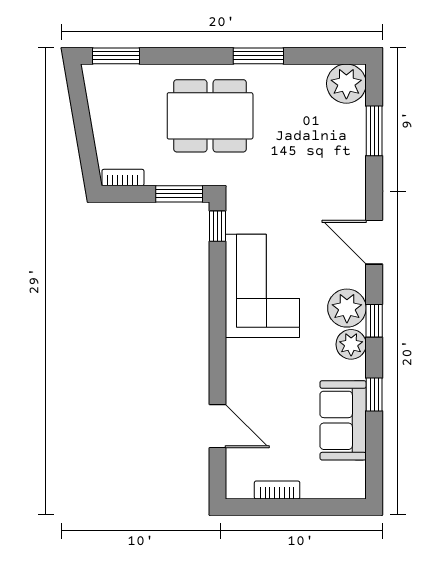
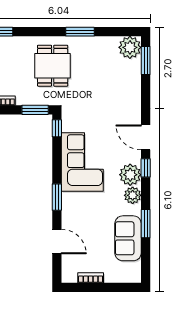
dining table: (210, 116) -> (53, 66), width x0.73
window: (374, 131) -> (146, 61), moved
window: (374, 321) -> (146, 168), moved
window: (217, 348) -> (57, 197), added
window: (374, 394) -> (146, 224), width x1.50

